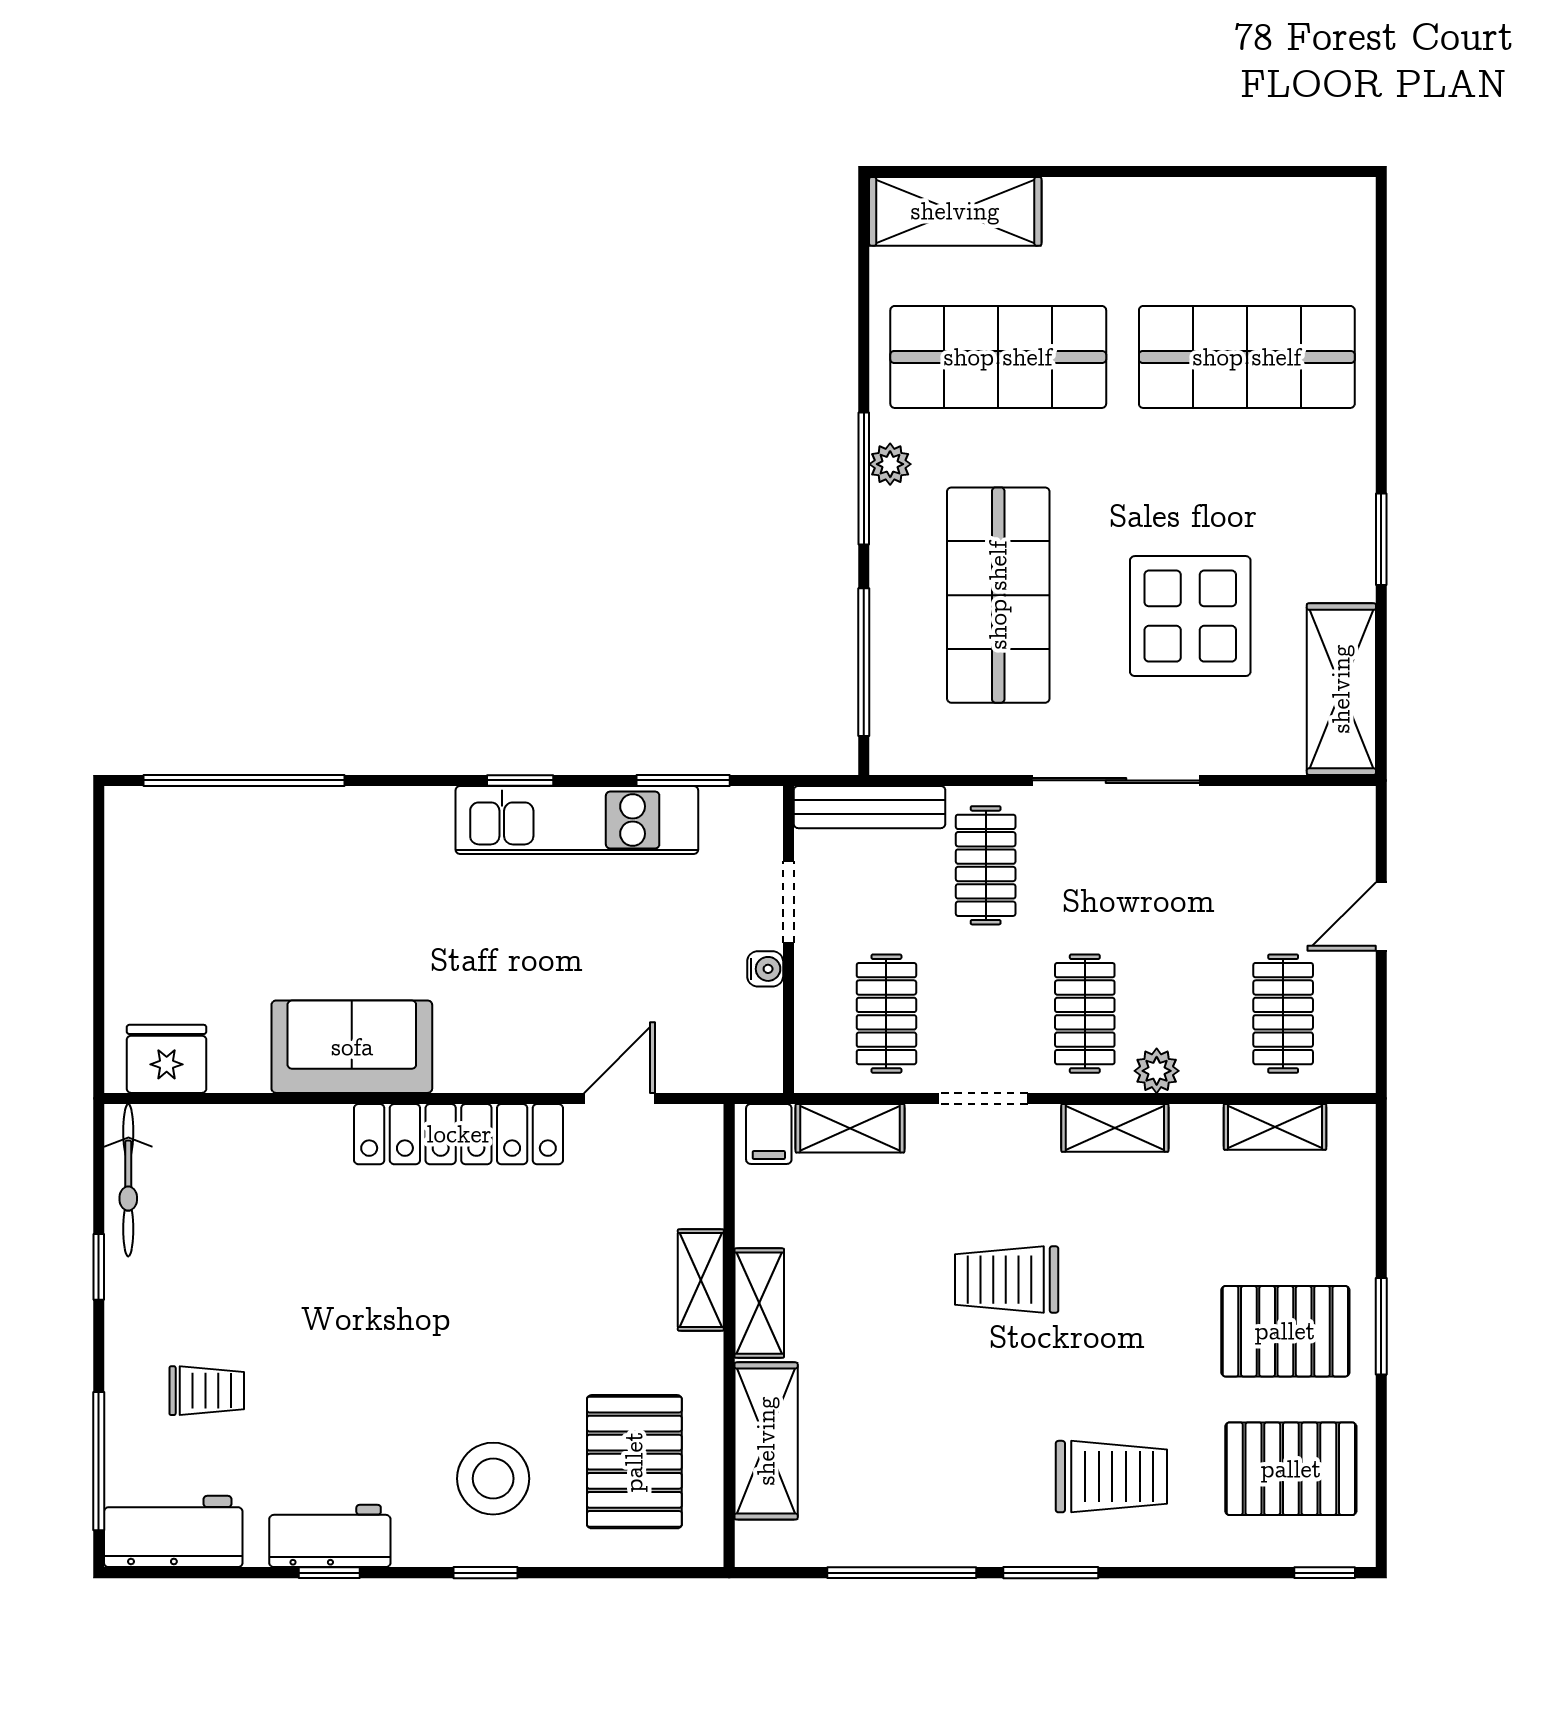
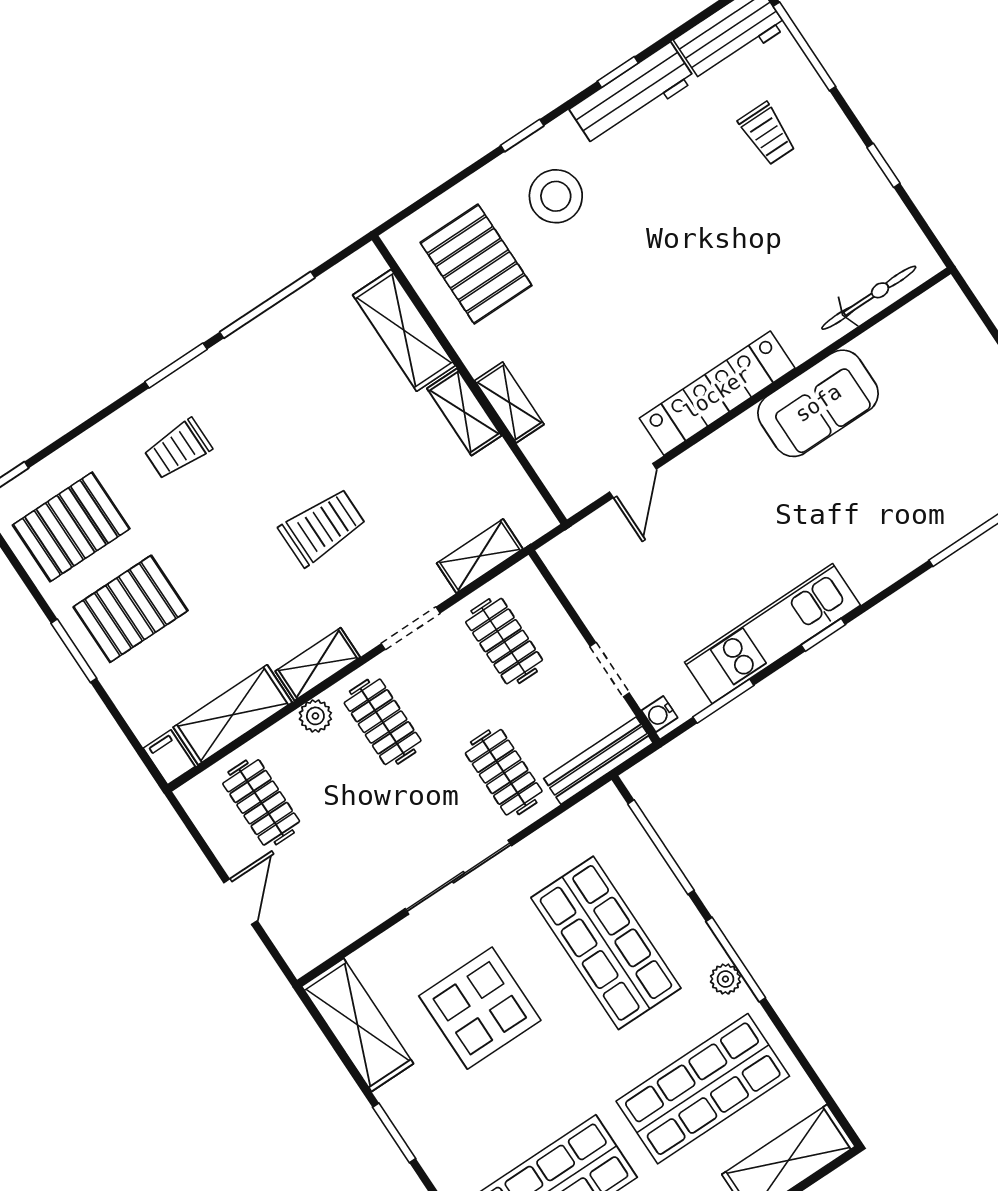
water cooler: (765, 969) -> (660, 714), moved
fridge: (167, 1059) -> (927, 320), removed
shelving: (1275, 1127) -> (233, 715), width x1.50, depth x1.33
filing cabinet: (769, 1134) -> (169, 757), moved
bicycle: (128, 1180) -> (869, 298), moved, turned 90
trolley: (207, 1391) -> (767, 134), turned -90
trolley: (1111, 1477) -> (178, 449), width x0.73, depth x0.72
workbench: (330, 1536) -> (632, 95), width x1.37

